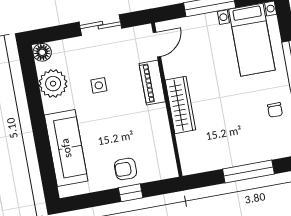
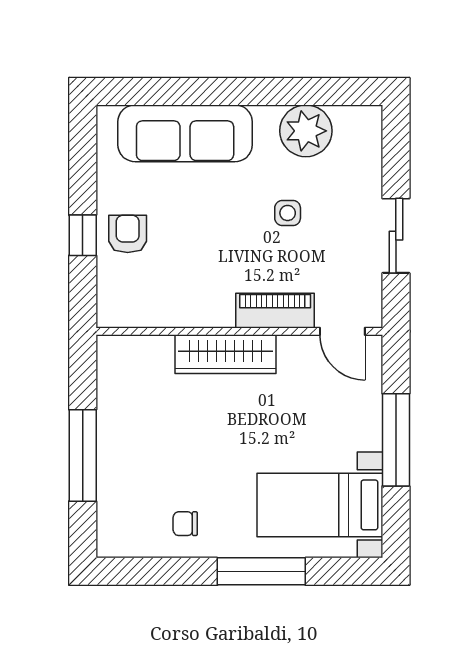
floor lamp: (42, 52) -> (366, 121), removed

